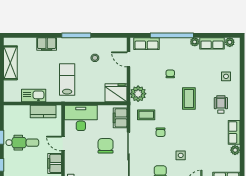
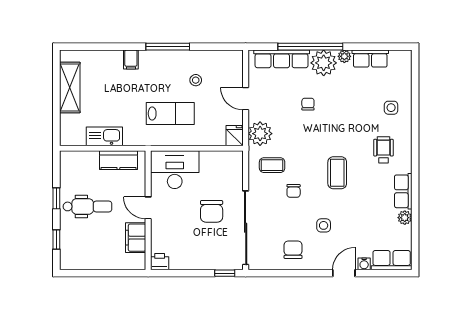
plant: (230, 42) -> (324, 63), moved, width x1.88, depth x1.88
filing cabinet: (47, 44) -> (131, 60), width x0.50
row of seats: (146, 44) -> (282, 59), width x1.48
door: (128, 59) -> (246, 99), moved
lab bench: (67, 79) -> (170, 114), moved, turned 90
fridge: (116, 93) -> (235, 136), width x0.53, depth x0.75
coffee table: (189, 98) -> (337, 173), moved
filing cabinet: (120, 118) -> (233, 170), removed
chair: (106, 146) -> (212, 211), turned 180

